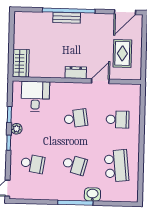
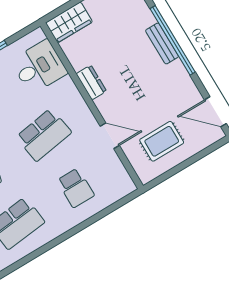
dresser: (76, 73) -> (91, 82), moved
school desk: (76, 118) -> (44, 135), width x1.85

